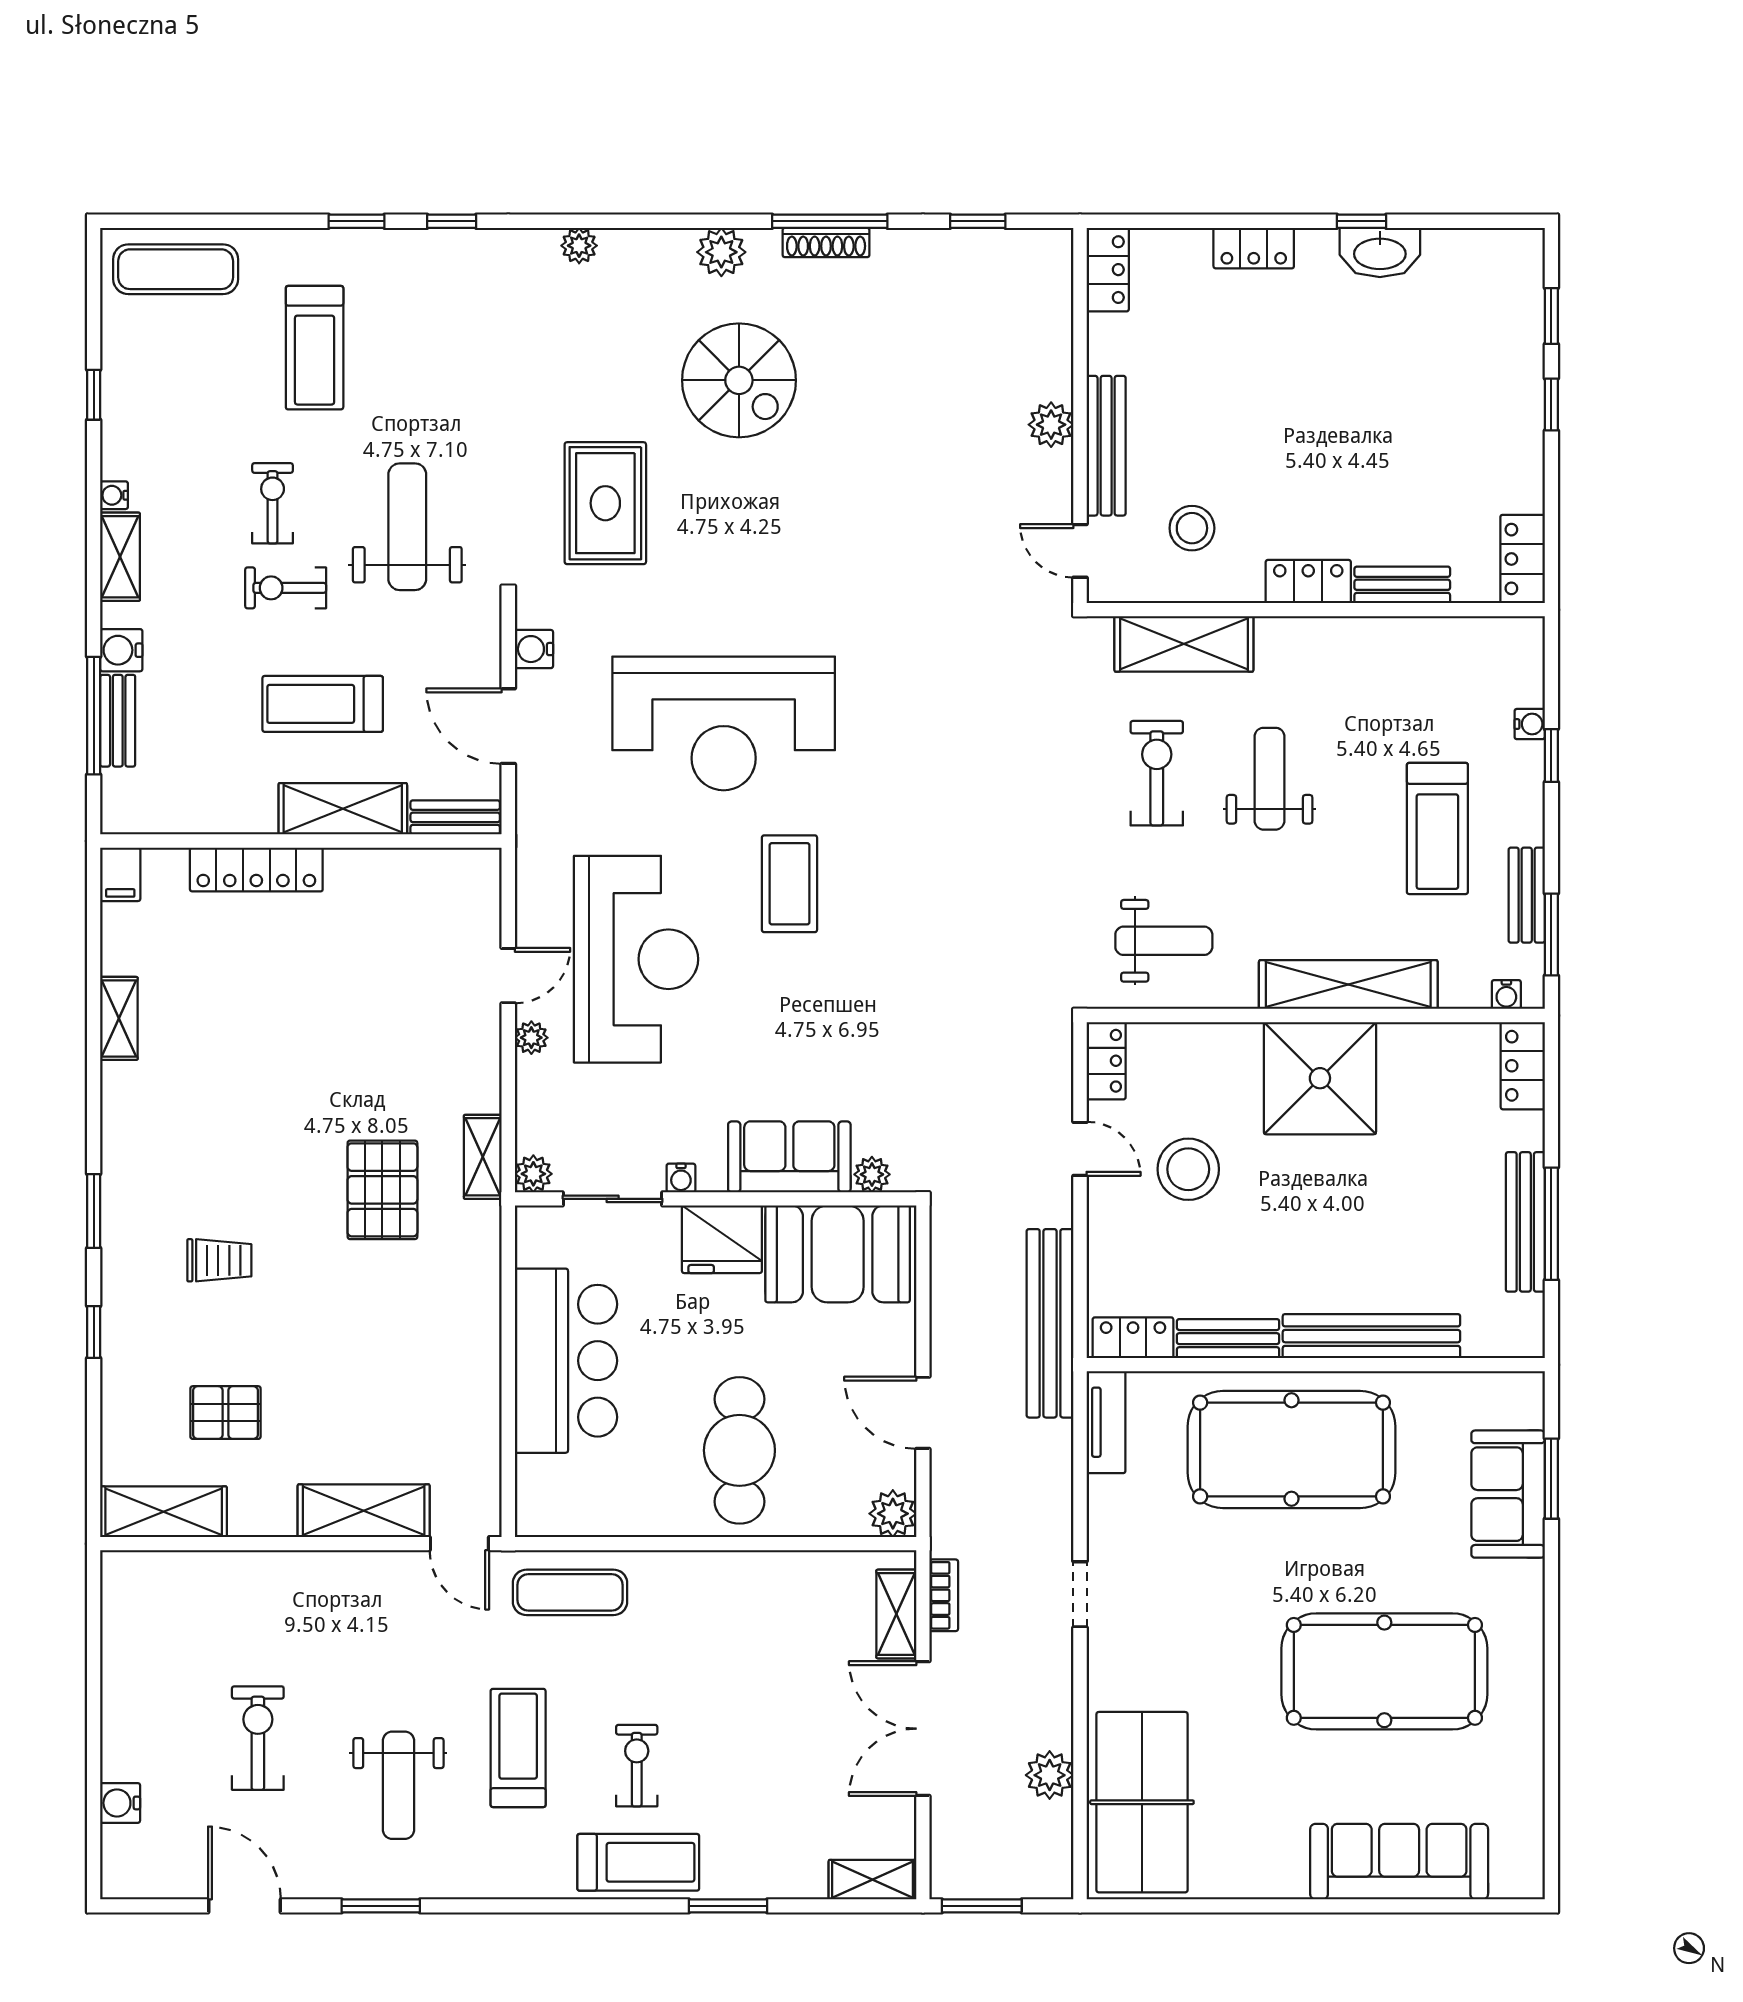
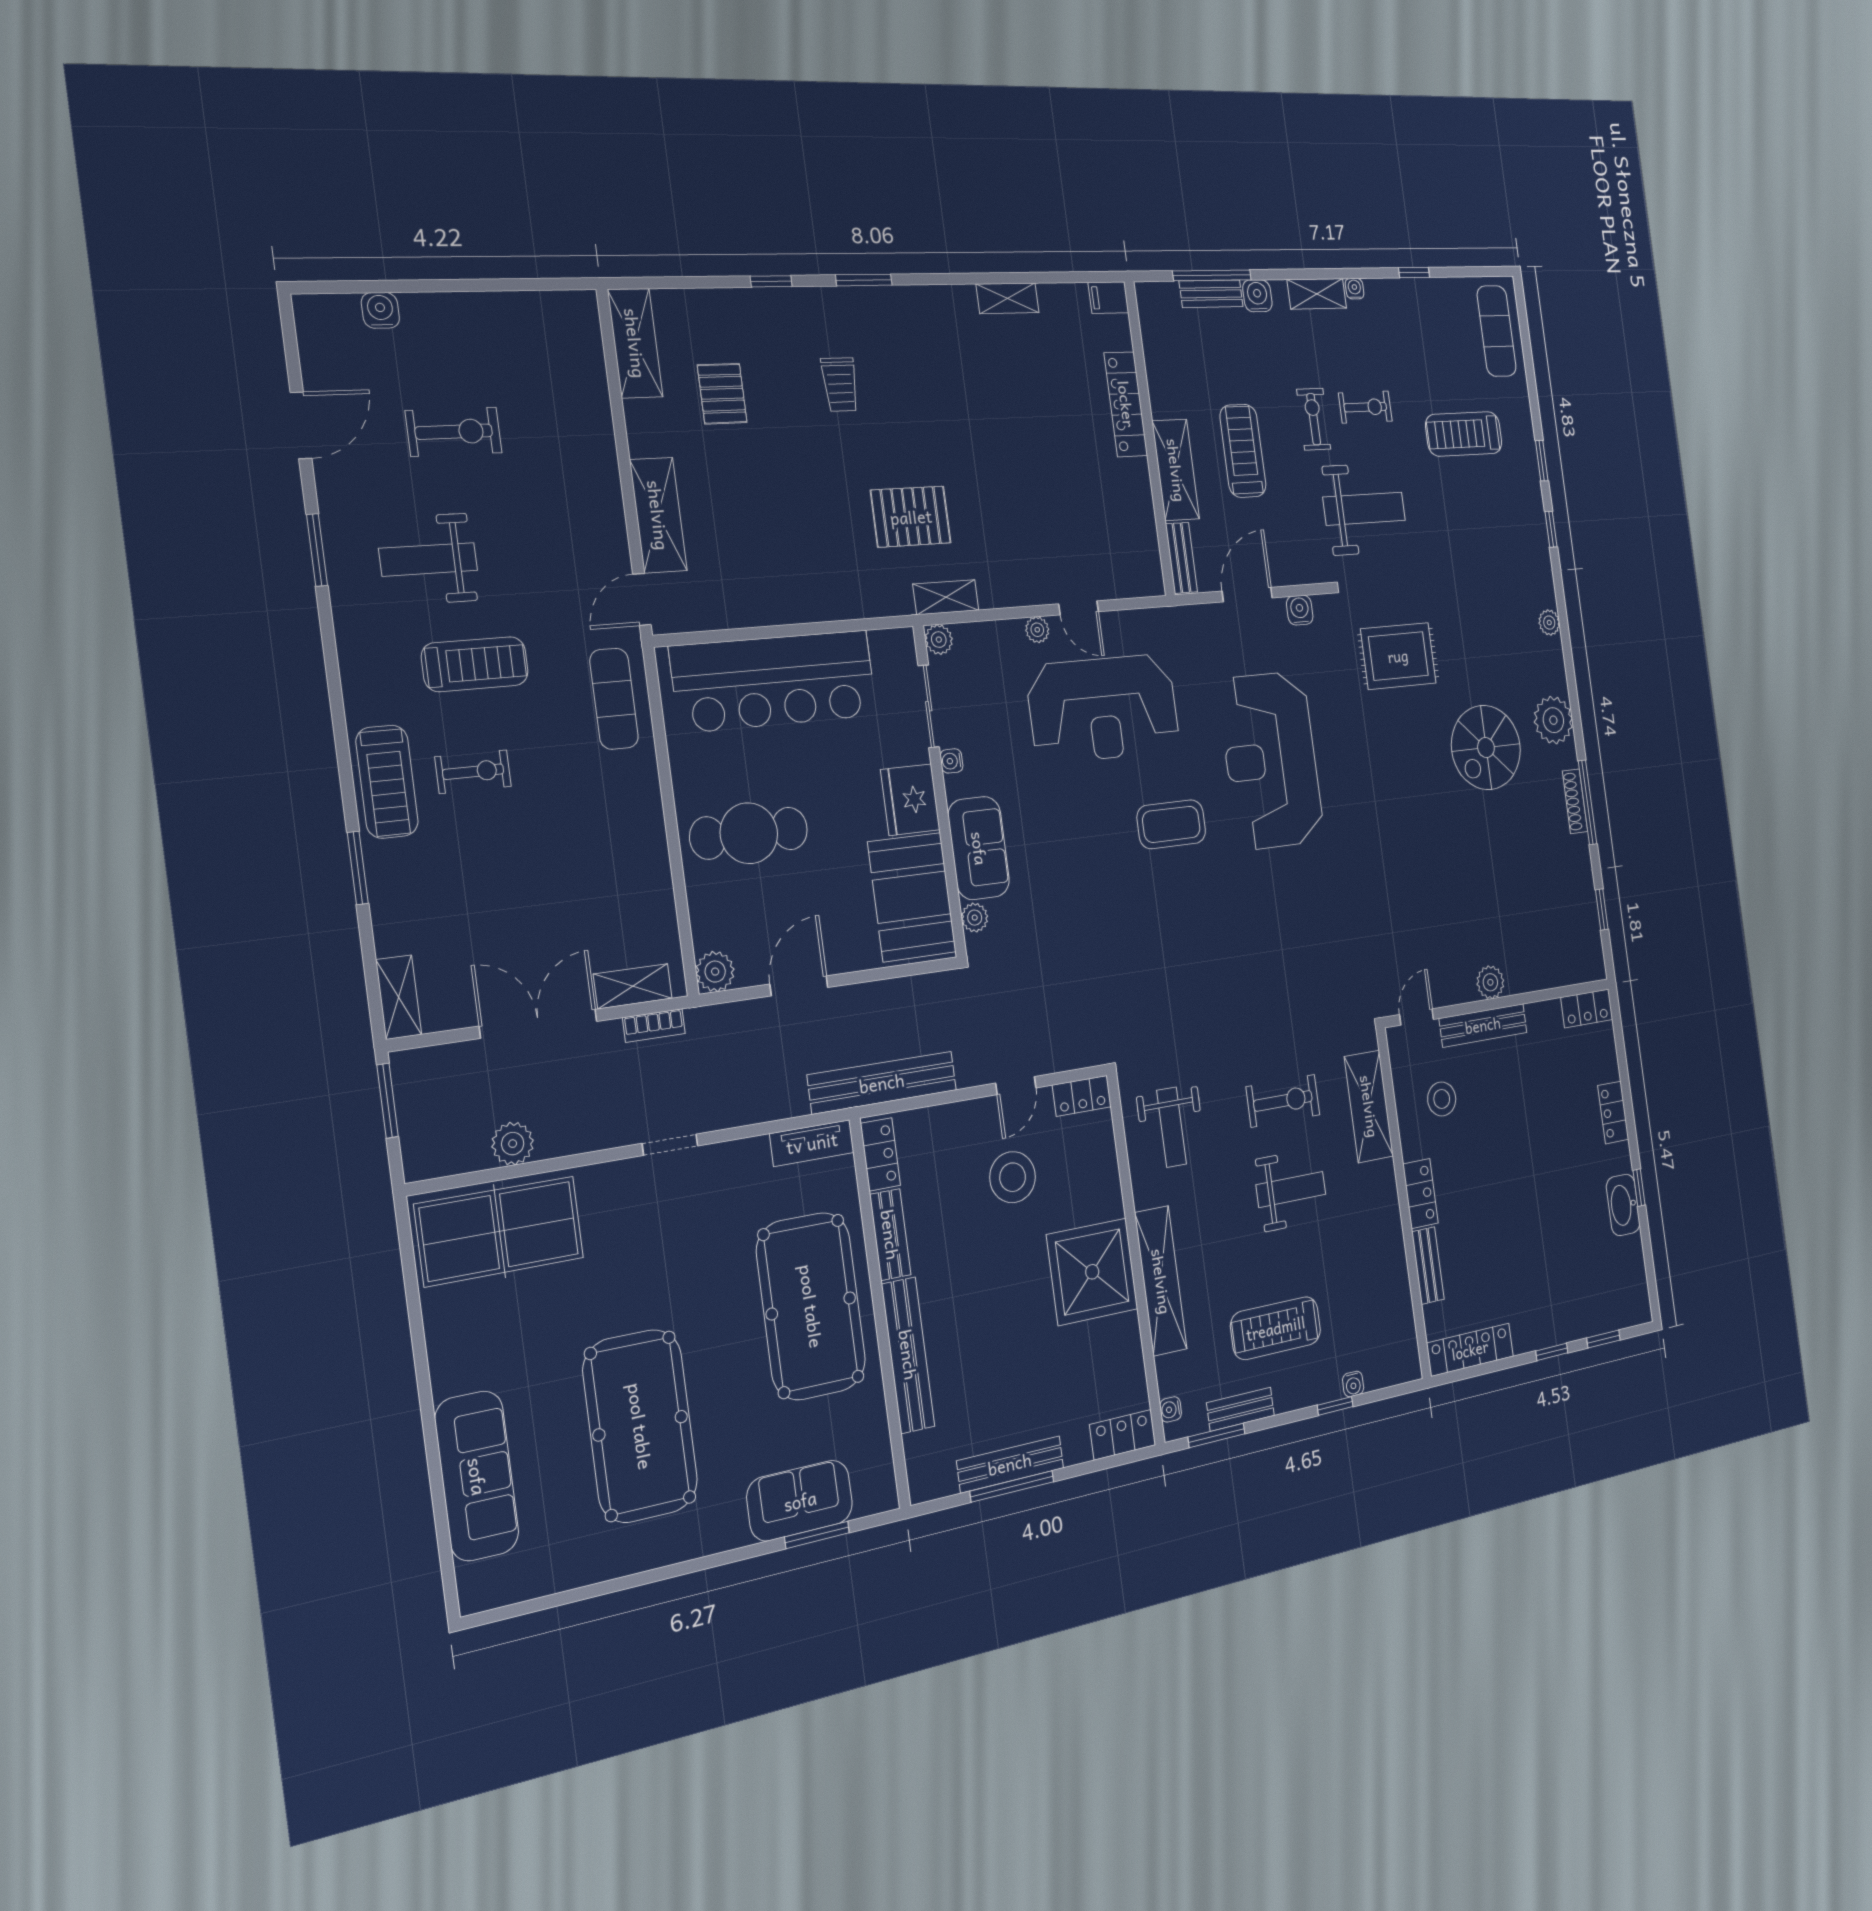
plant: (721, 252) -> (1553, 720), width x1.36, depth x1.36
locker: (1523, 559) -> (1470, 1350), width x1.53
bar counter: (566, 1361) -> (774, 681), width x1.36

